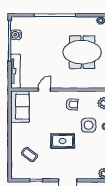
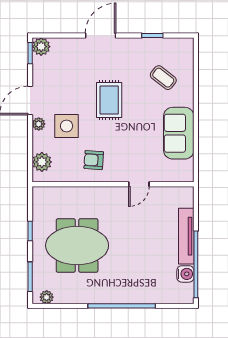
tv unit: (16, 71) -> (186, 236), moved
sofa: (20, 107) -> (179, 133), moved
rug: (63, 141) -> (109, 100), turned 90

